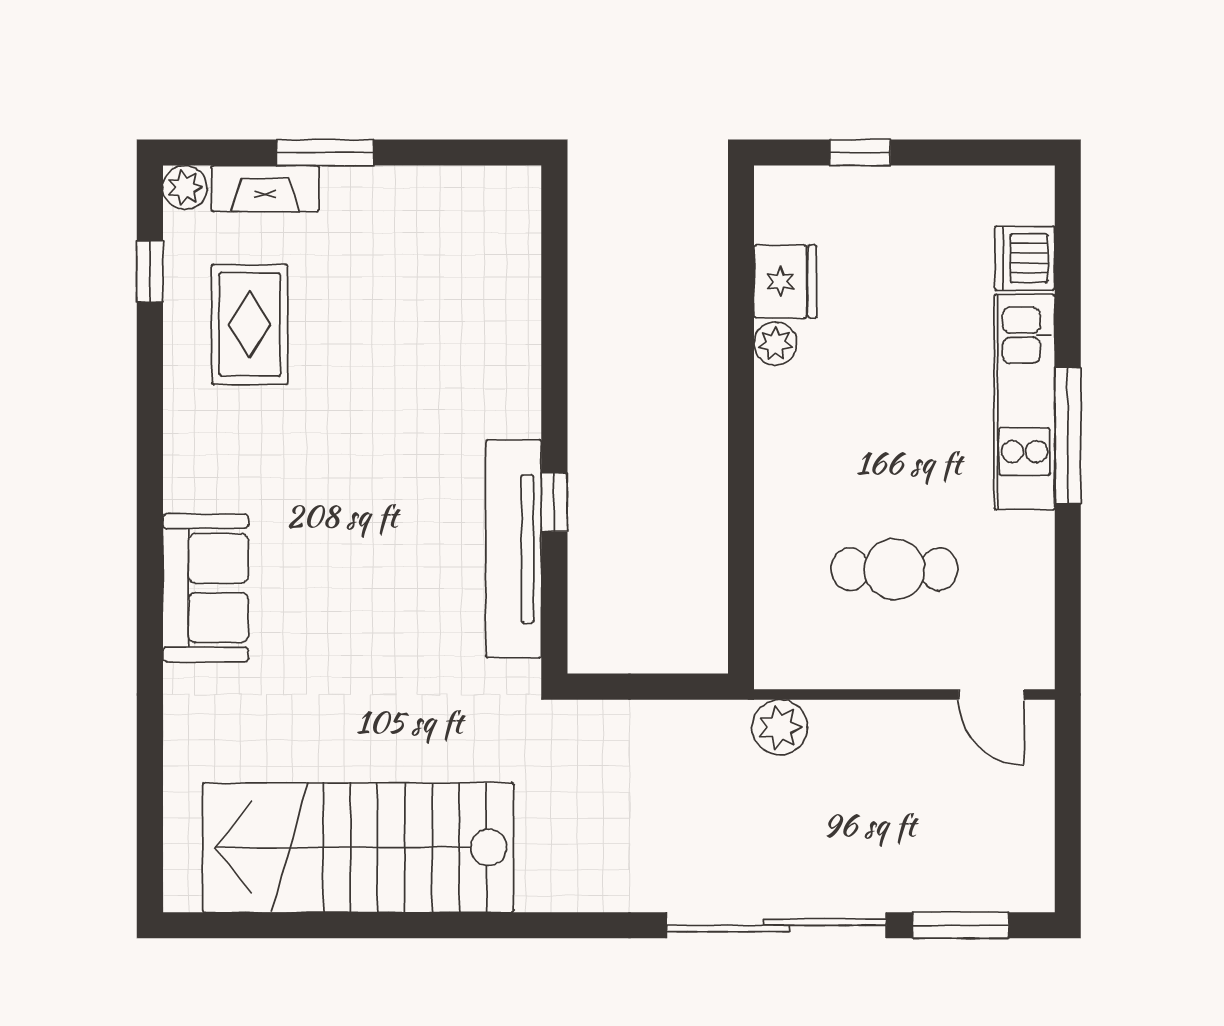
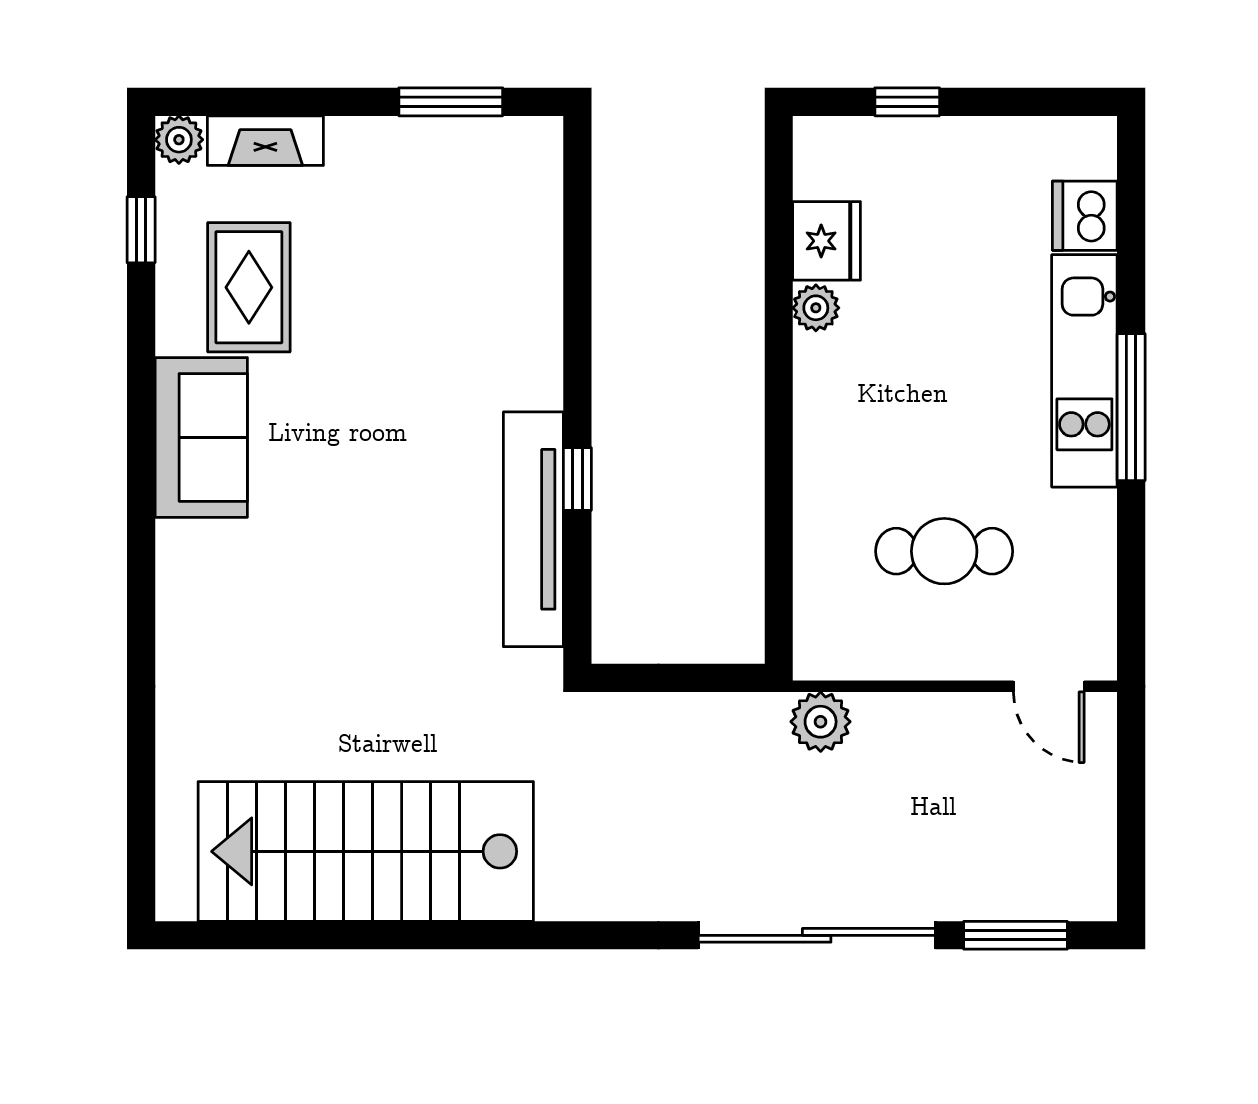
window: (325, 153) -> (451, 102), moved
sofa: (206, 588) -> (201, 437), moved

